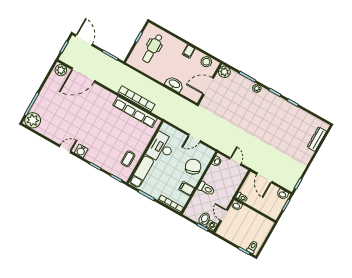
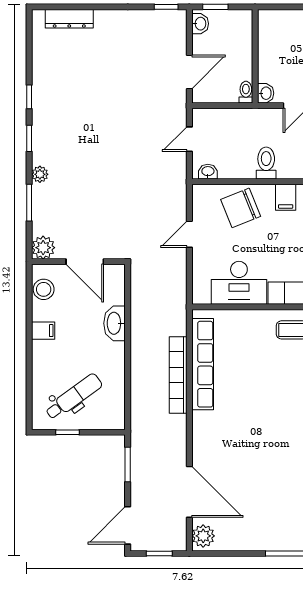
dental chair: (153, 48) -> (74, 397), turned -36
door: (194, 138) -> (189, 234), swing flipped

